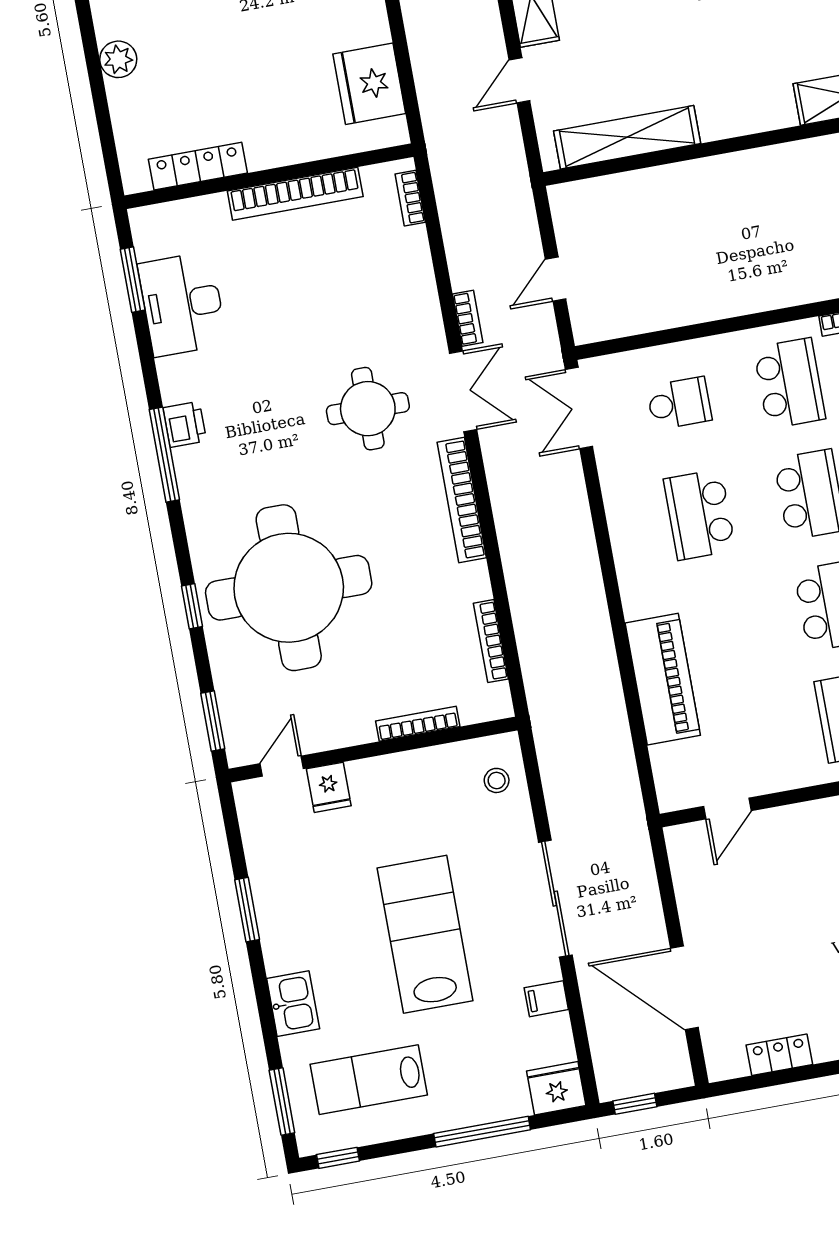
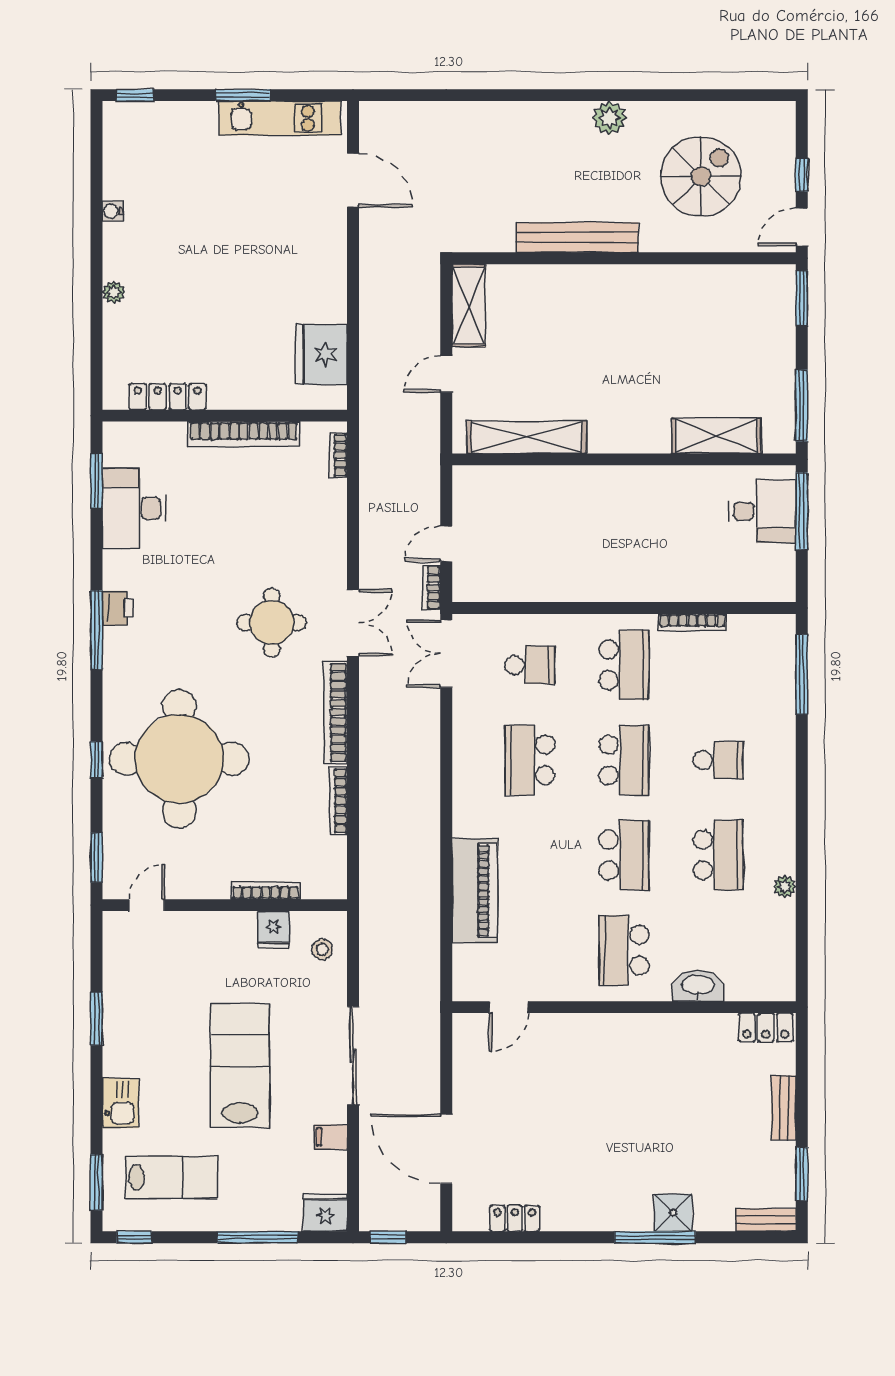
plant: (118, 59) -> (114, 292), width x0.73, depth x0.73
bookcase: (468, 318) -> (431, 588), moved, turned 180
bookcase: (491, 641) -> (338, 801), moved
fridge: (329, 787) -> (273, 930), moved
lab bench: (369, 1080) -> (172, 1177), turned 180

